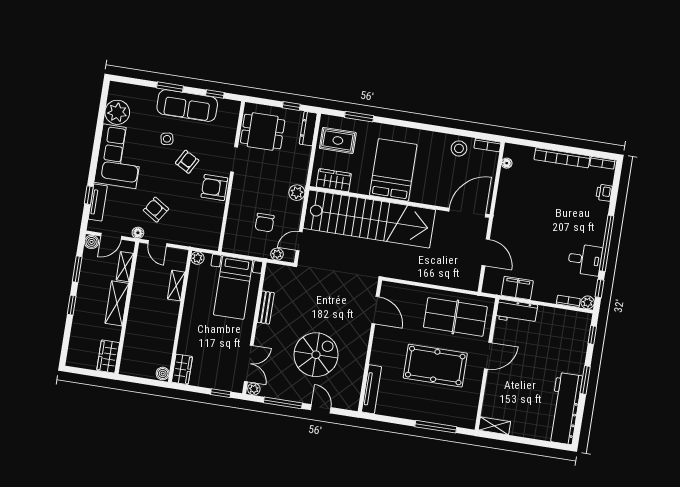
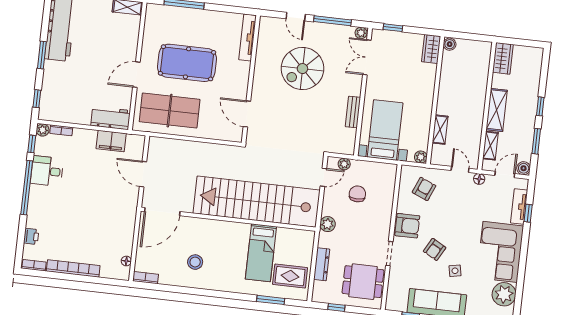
dresser: (308, 129) -> (322, 264), moved
stool: (459, 148) -> (195, 262), moved
bed: (393, 170) -> (261, 253), moved, width x0.67
wardrobe: (334, 180) -> (292, 237), removed
armchair: (156, 210) -> (424, 189), moved, turned -100

